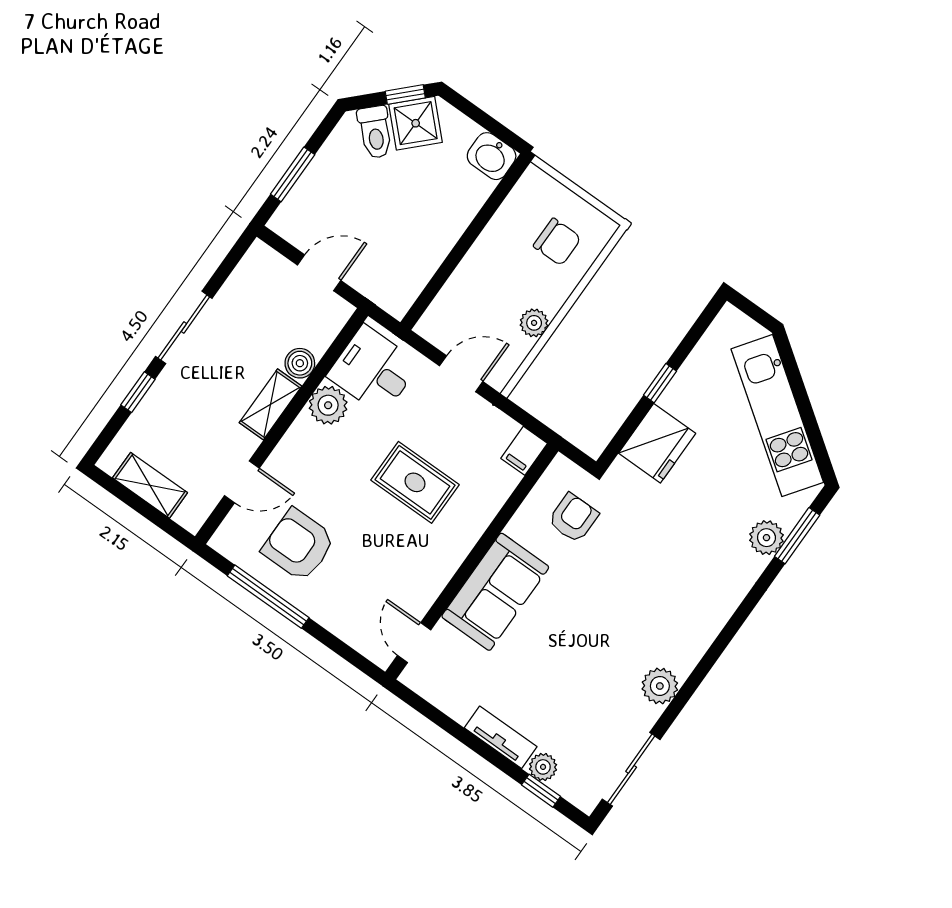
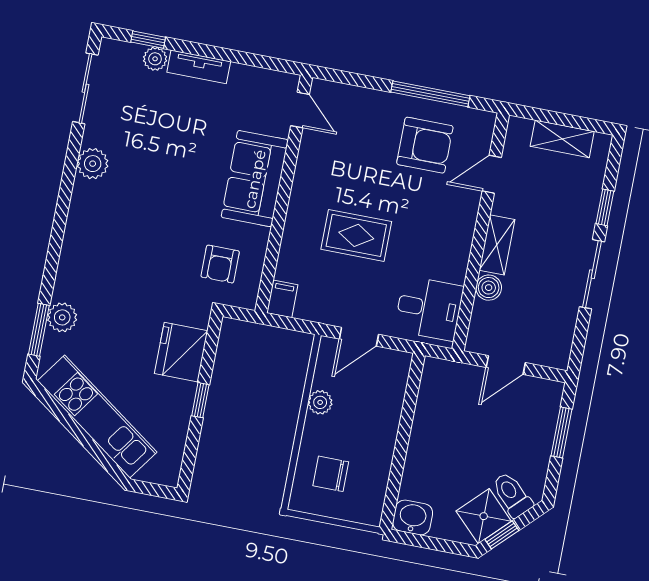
plant: (328, 405) -> (452, 265), removed

